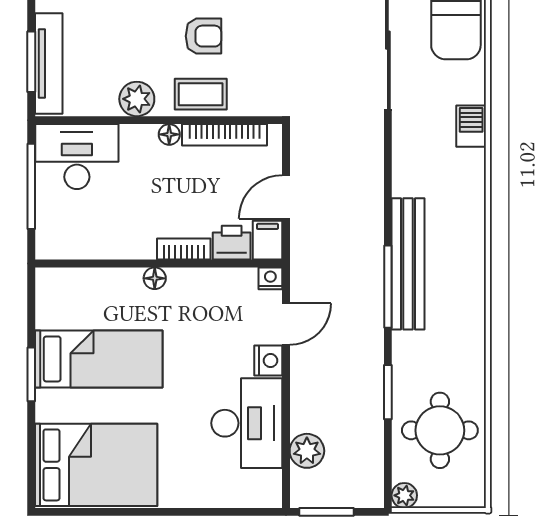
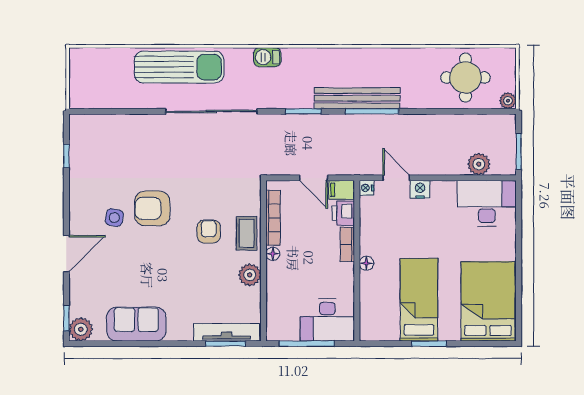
desk: (77, 157) -> (327, 320), moved, turned -90
window: (388, 392) -> (303, 111), moved
desk: (247, 423) -> (487, 203), moved

